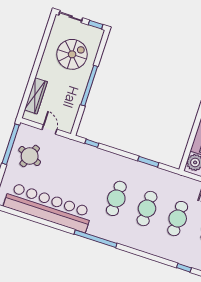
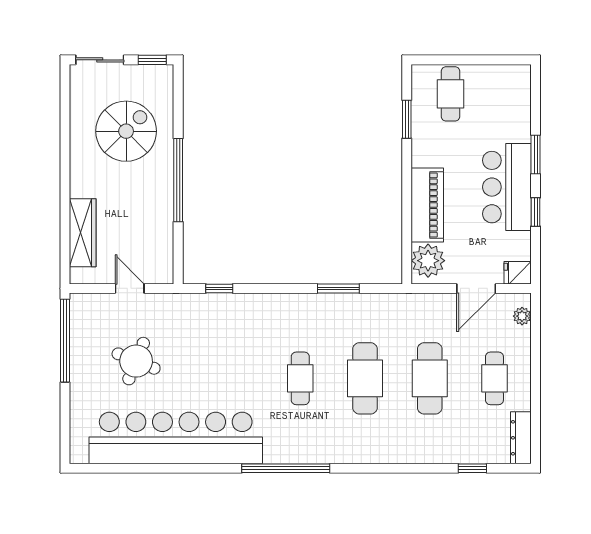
round table: (30, 156) -> (136, 361), moved
cafe table: (116, 198) -> (300, 378), width x0.73, depth x0.74

